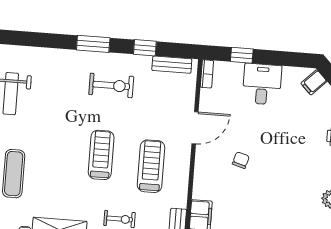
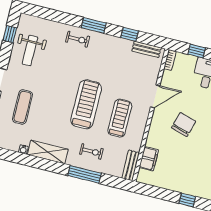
exercise bike: (111, 85) -> (78, 39), moved, width x0.73, depth x0.72
treadmill: (101, 155) -> (86, 104), width x1.37, depth x1.38
chair: (241, 160) -> (184, 125), width x1.87, depth x1.87

